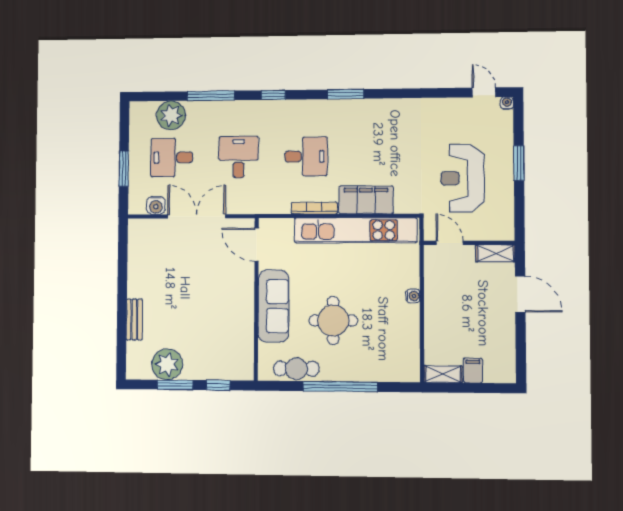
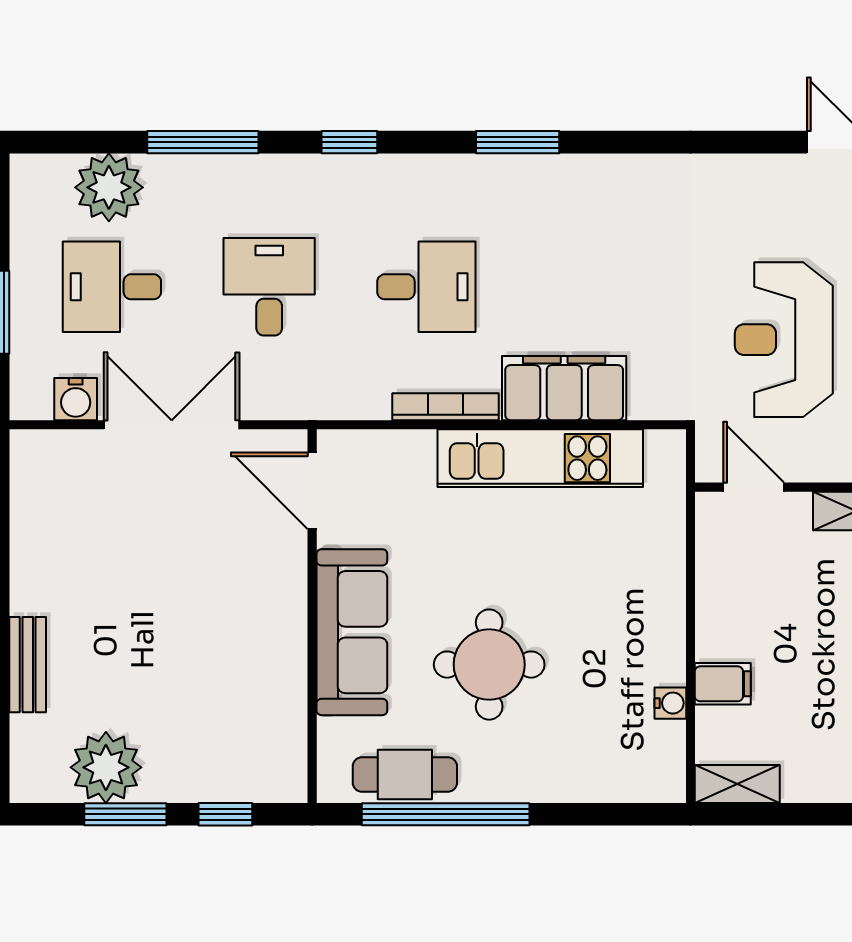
kitchen unit: (356, 230) -> (540, 458), width x0.73
water cooler: (413, 296) -> (670, 703), moved
filing cabinet: (473, 370) -> (723, 684), moved, turned 90
window: (340, 387) -> (446, 814), moved

